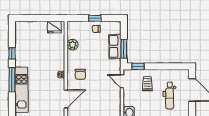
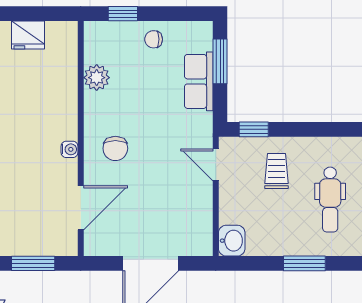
window: (95, 18) -> (123, 14), moved
fridge: (54, 27) -> (28, 35), moved
window: (124, 49) -> (220, 61), moved

